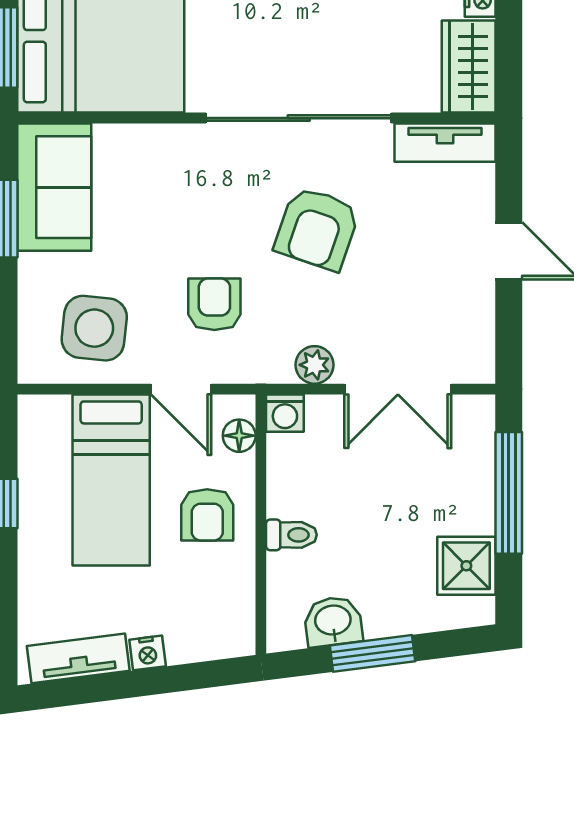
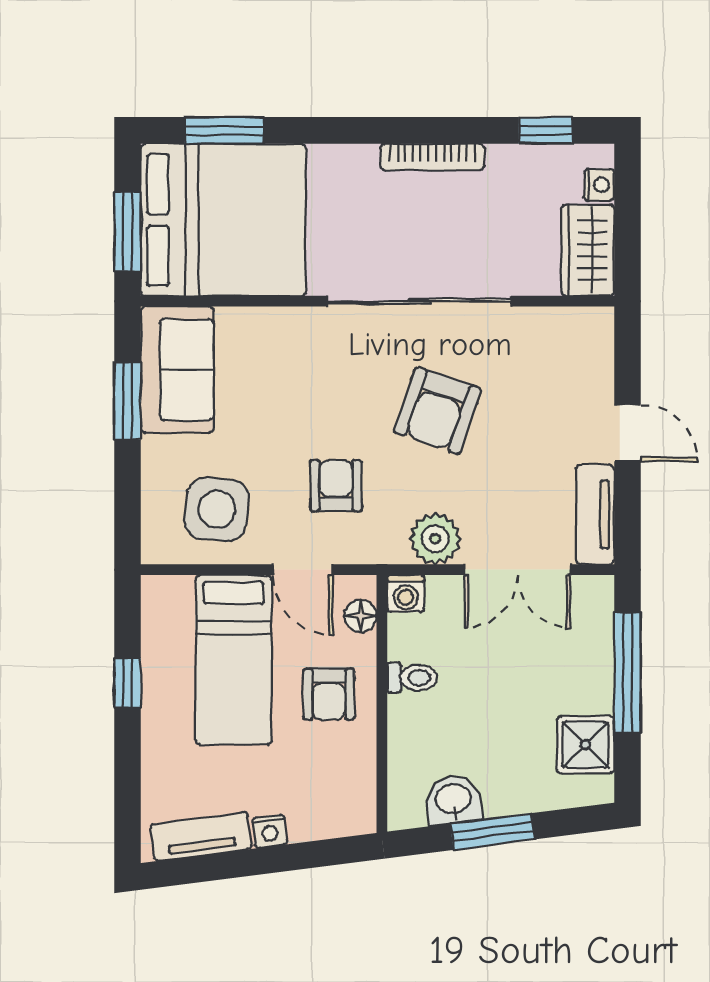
tv unit: (445, 143) -> (595, 514), moved, turned 90
plant: (314, 365) -> (435, 539), width x1.38, depth x1.38
toilet: (291, 535) -> (412, 678), moved

